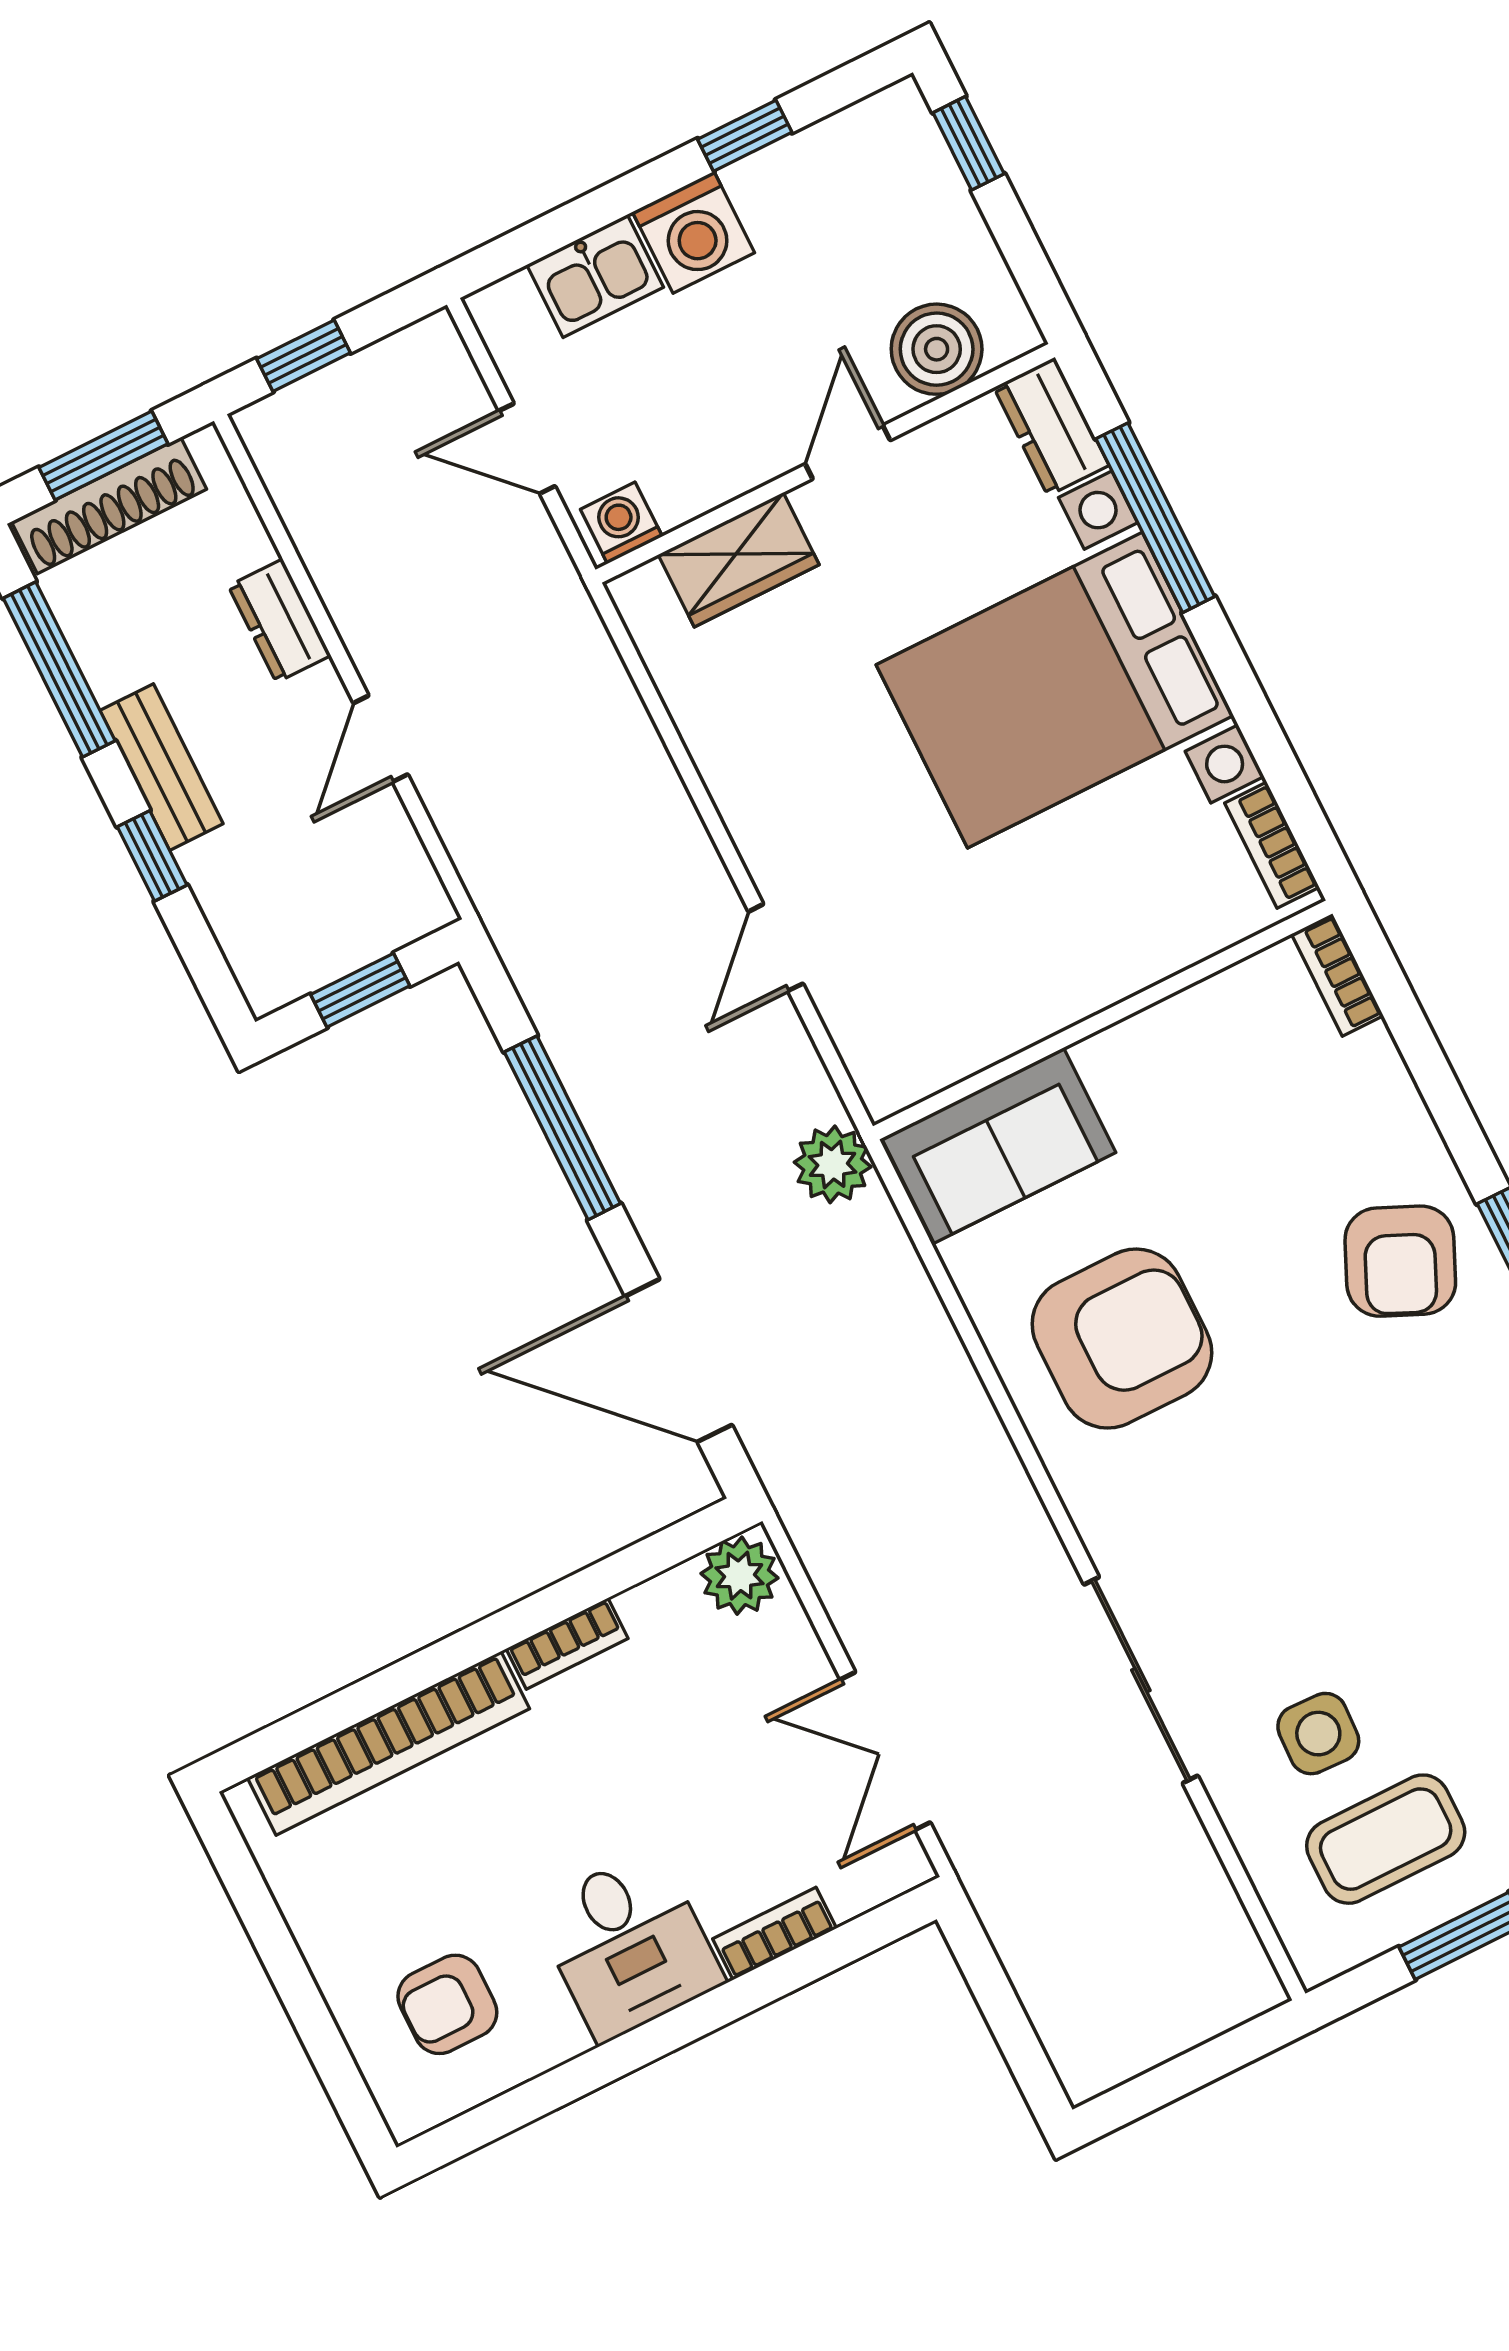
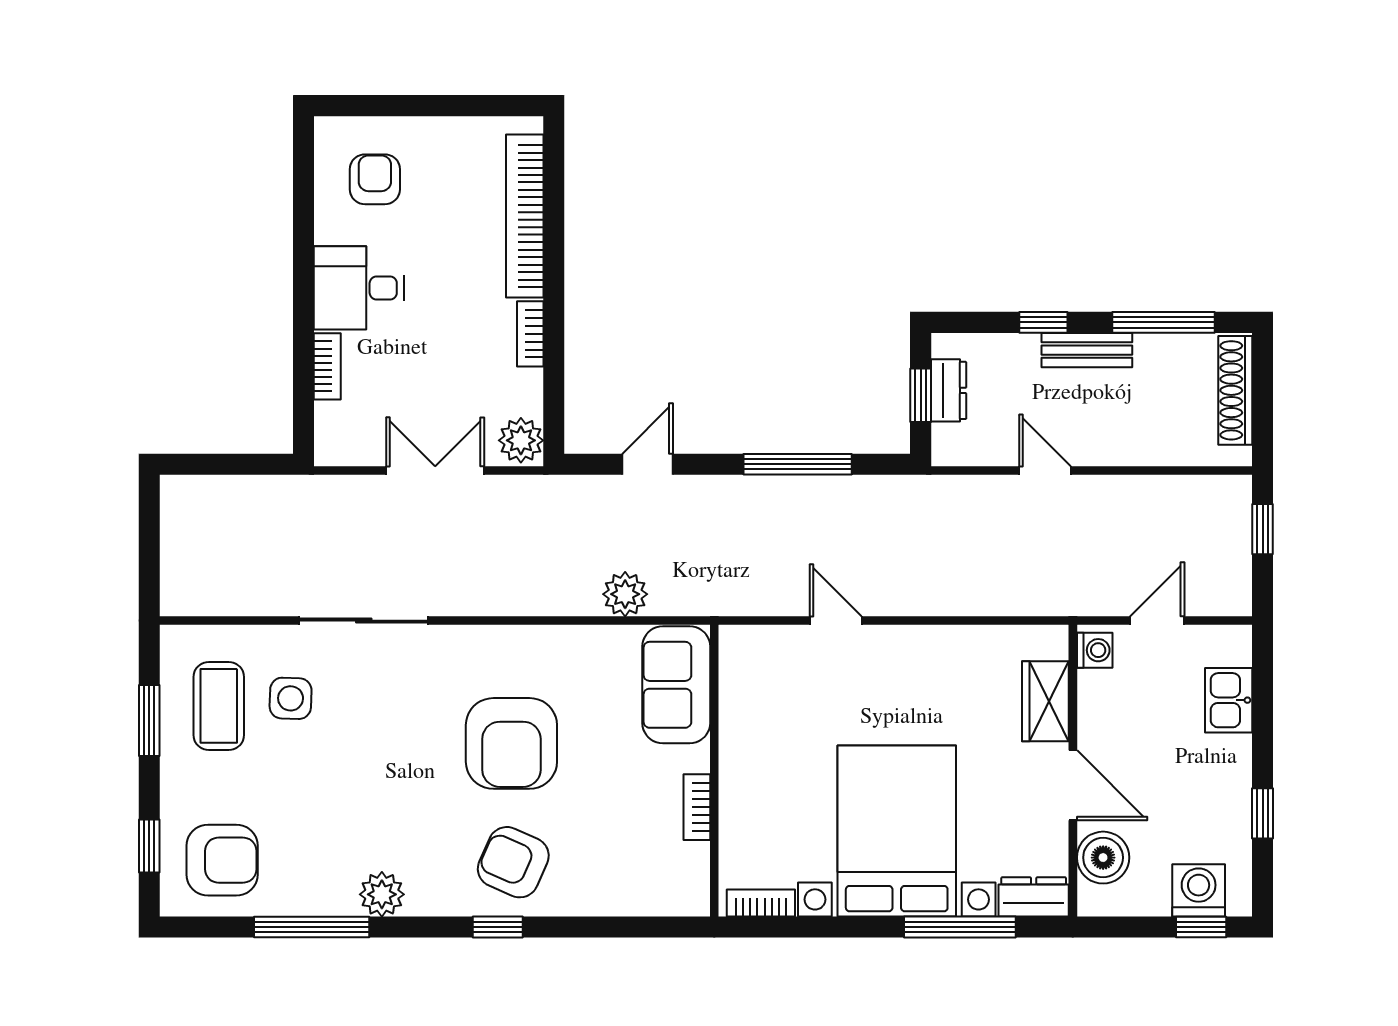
washing machine: (693, 232) -> (1199, 890), moved, turned 90
door: (848, 452) -> (1073, 785), width x1.38
window: (103, 456) -> (1263, 400), removed
dresser: (280, 621) -> (949, 390), moved, turned 90
bookcase: (1337, 975) -> (697, 807), moved, turned -90
plant: (833, 1164) -> (625, 594), moved
armchair: (1122, 1339) -> (511, 743), moved
door: (679, 1361) -> (648, 464), width x0.53
double door: (885, 1751) -> (435, 470), moved

